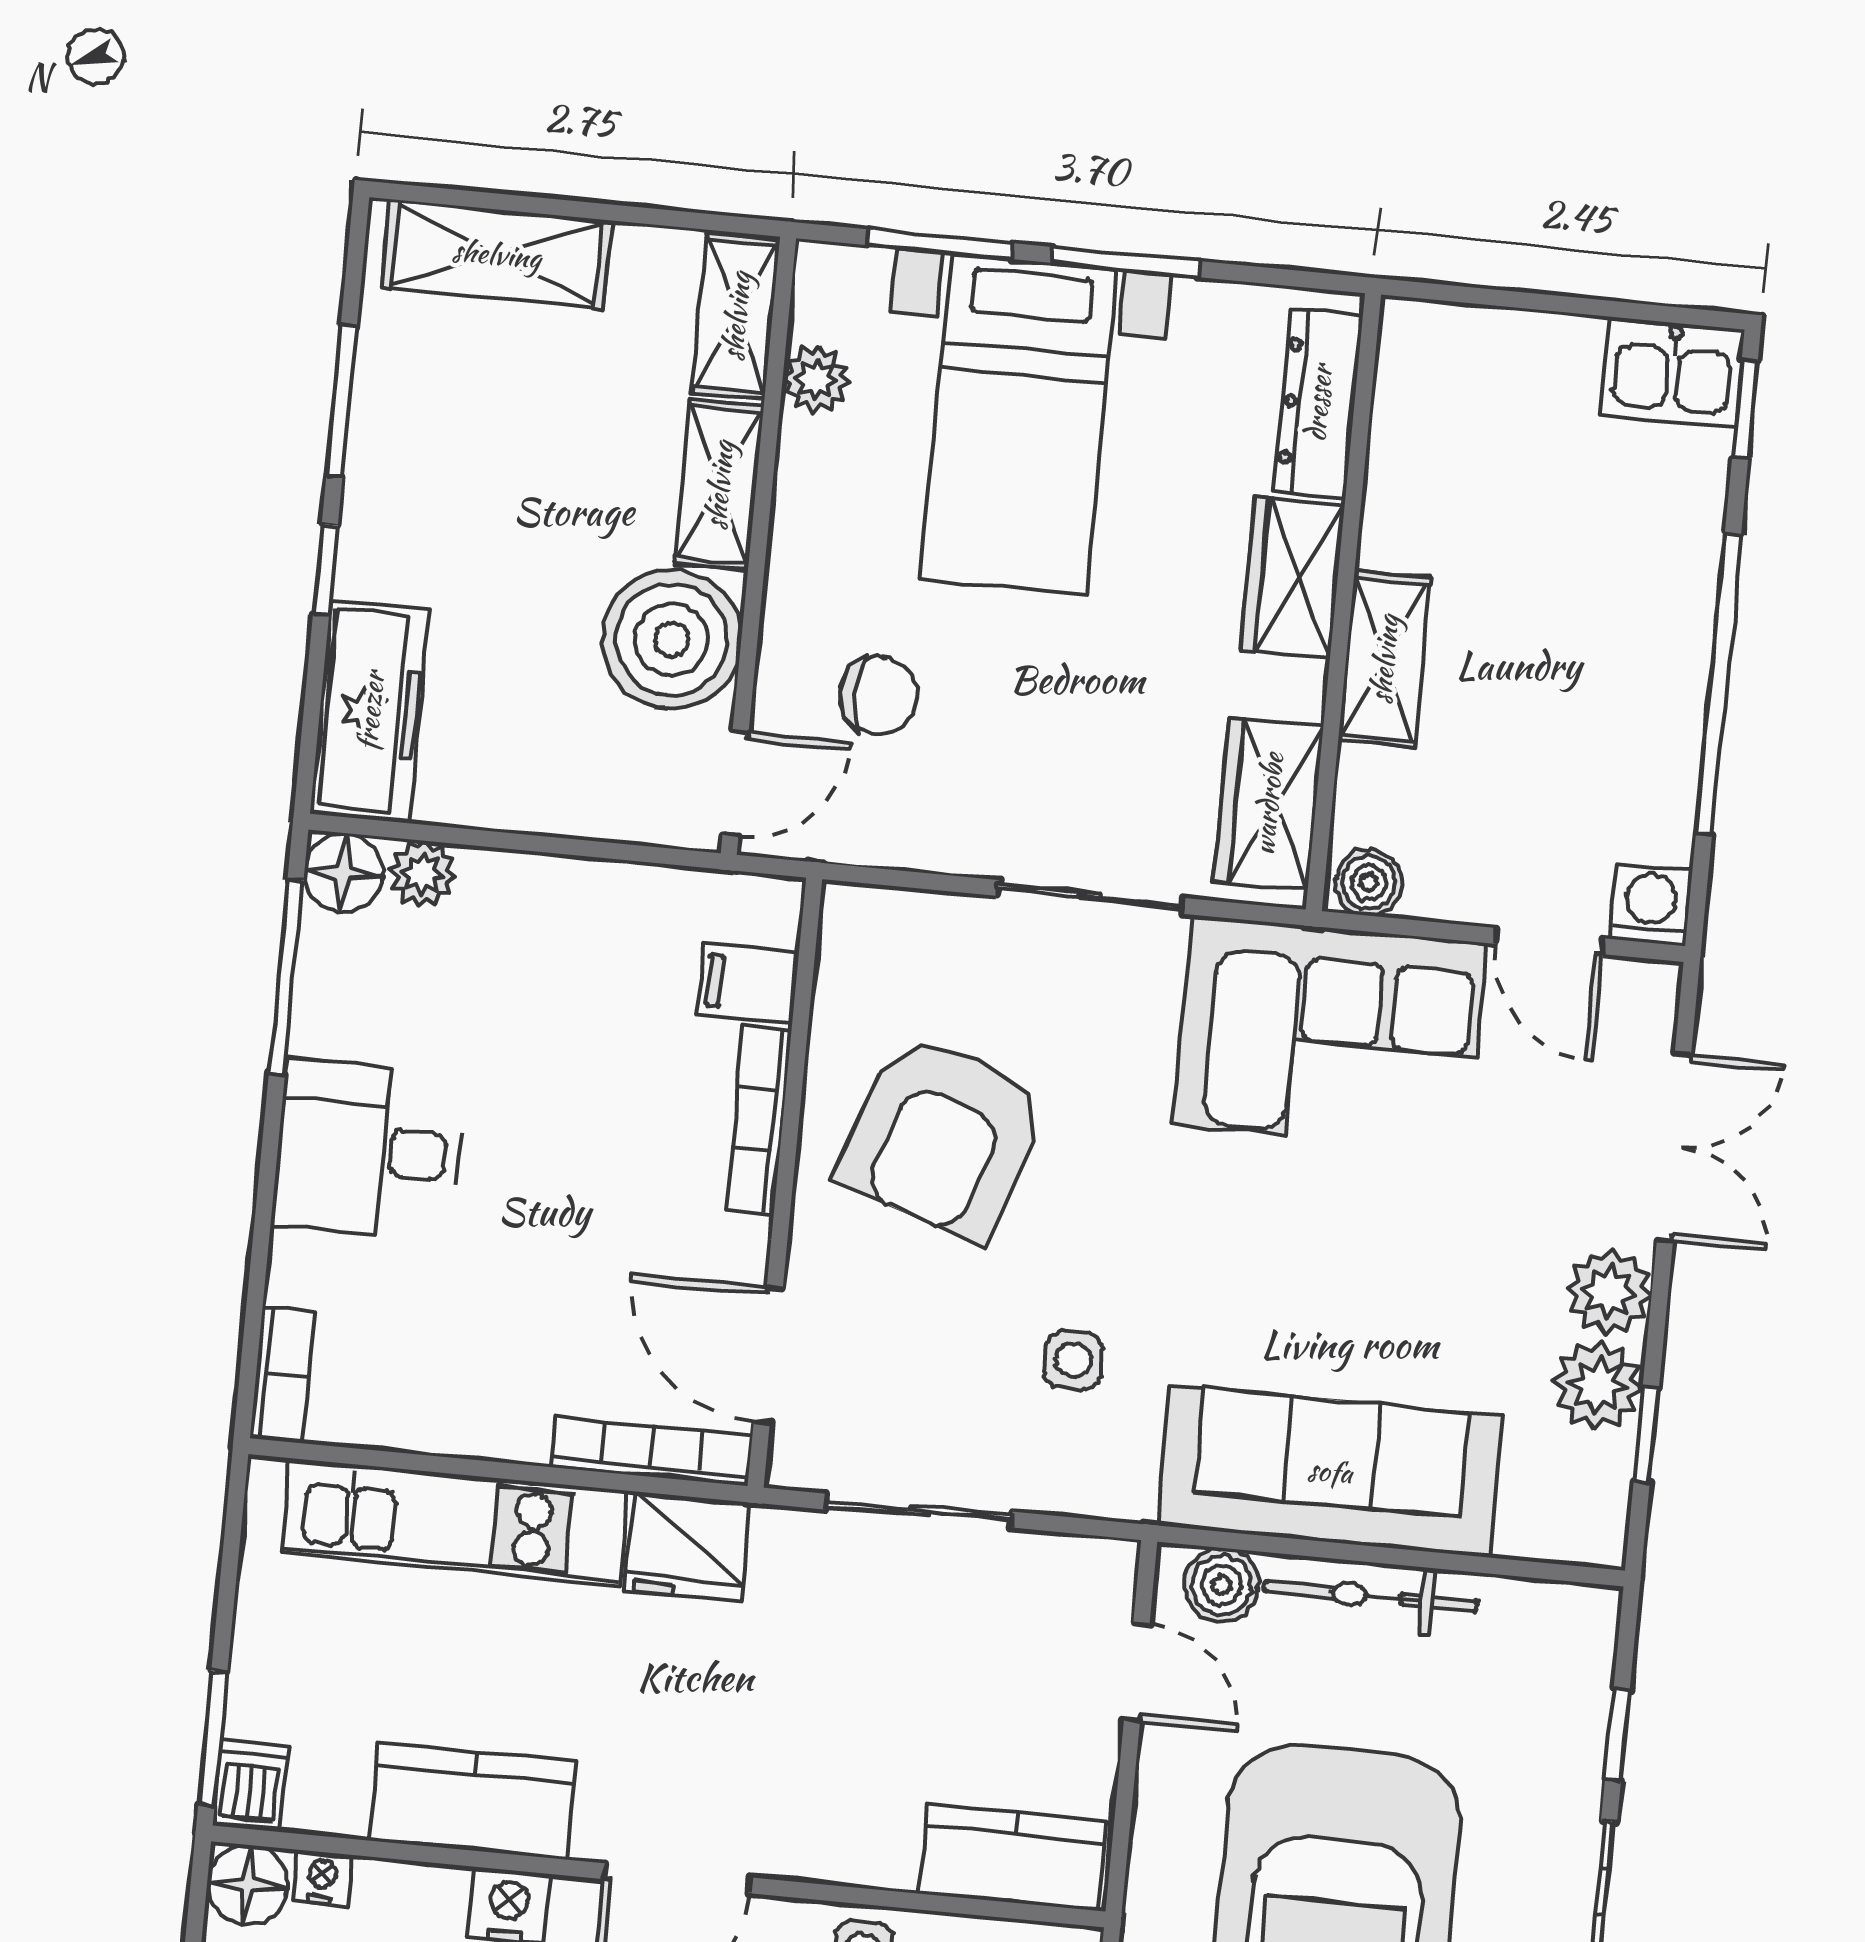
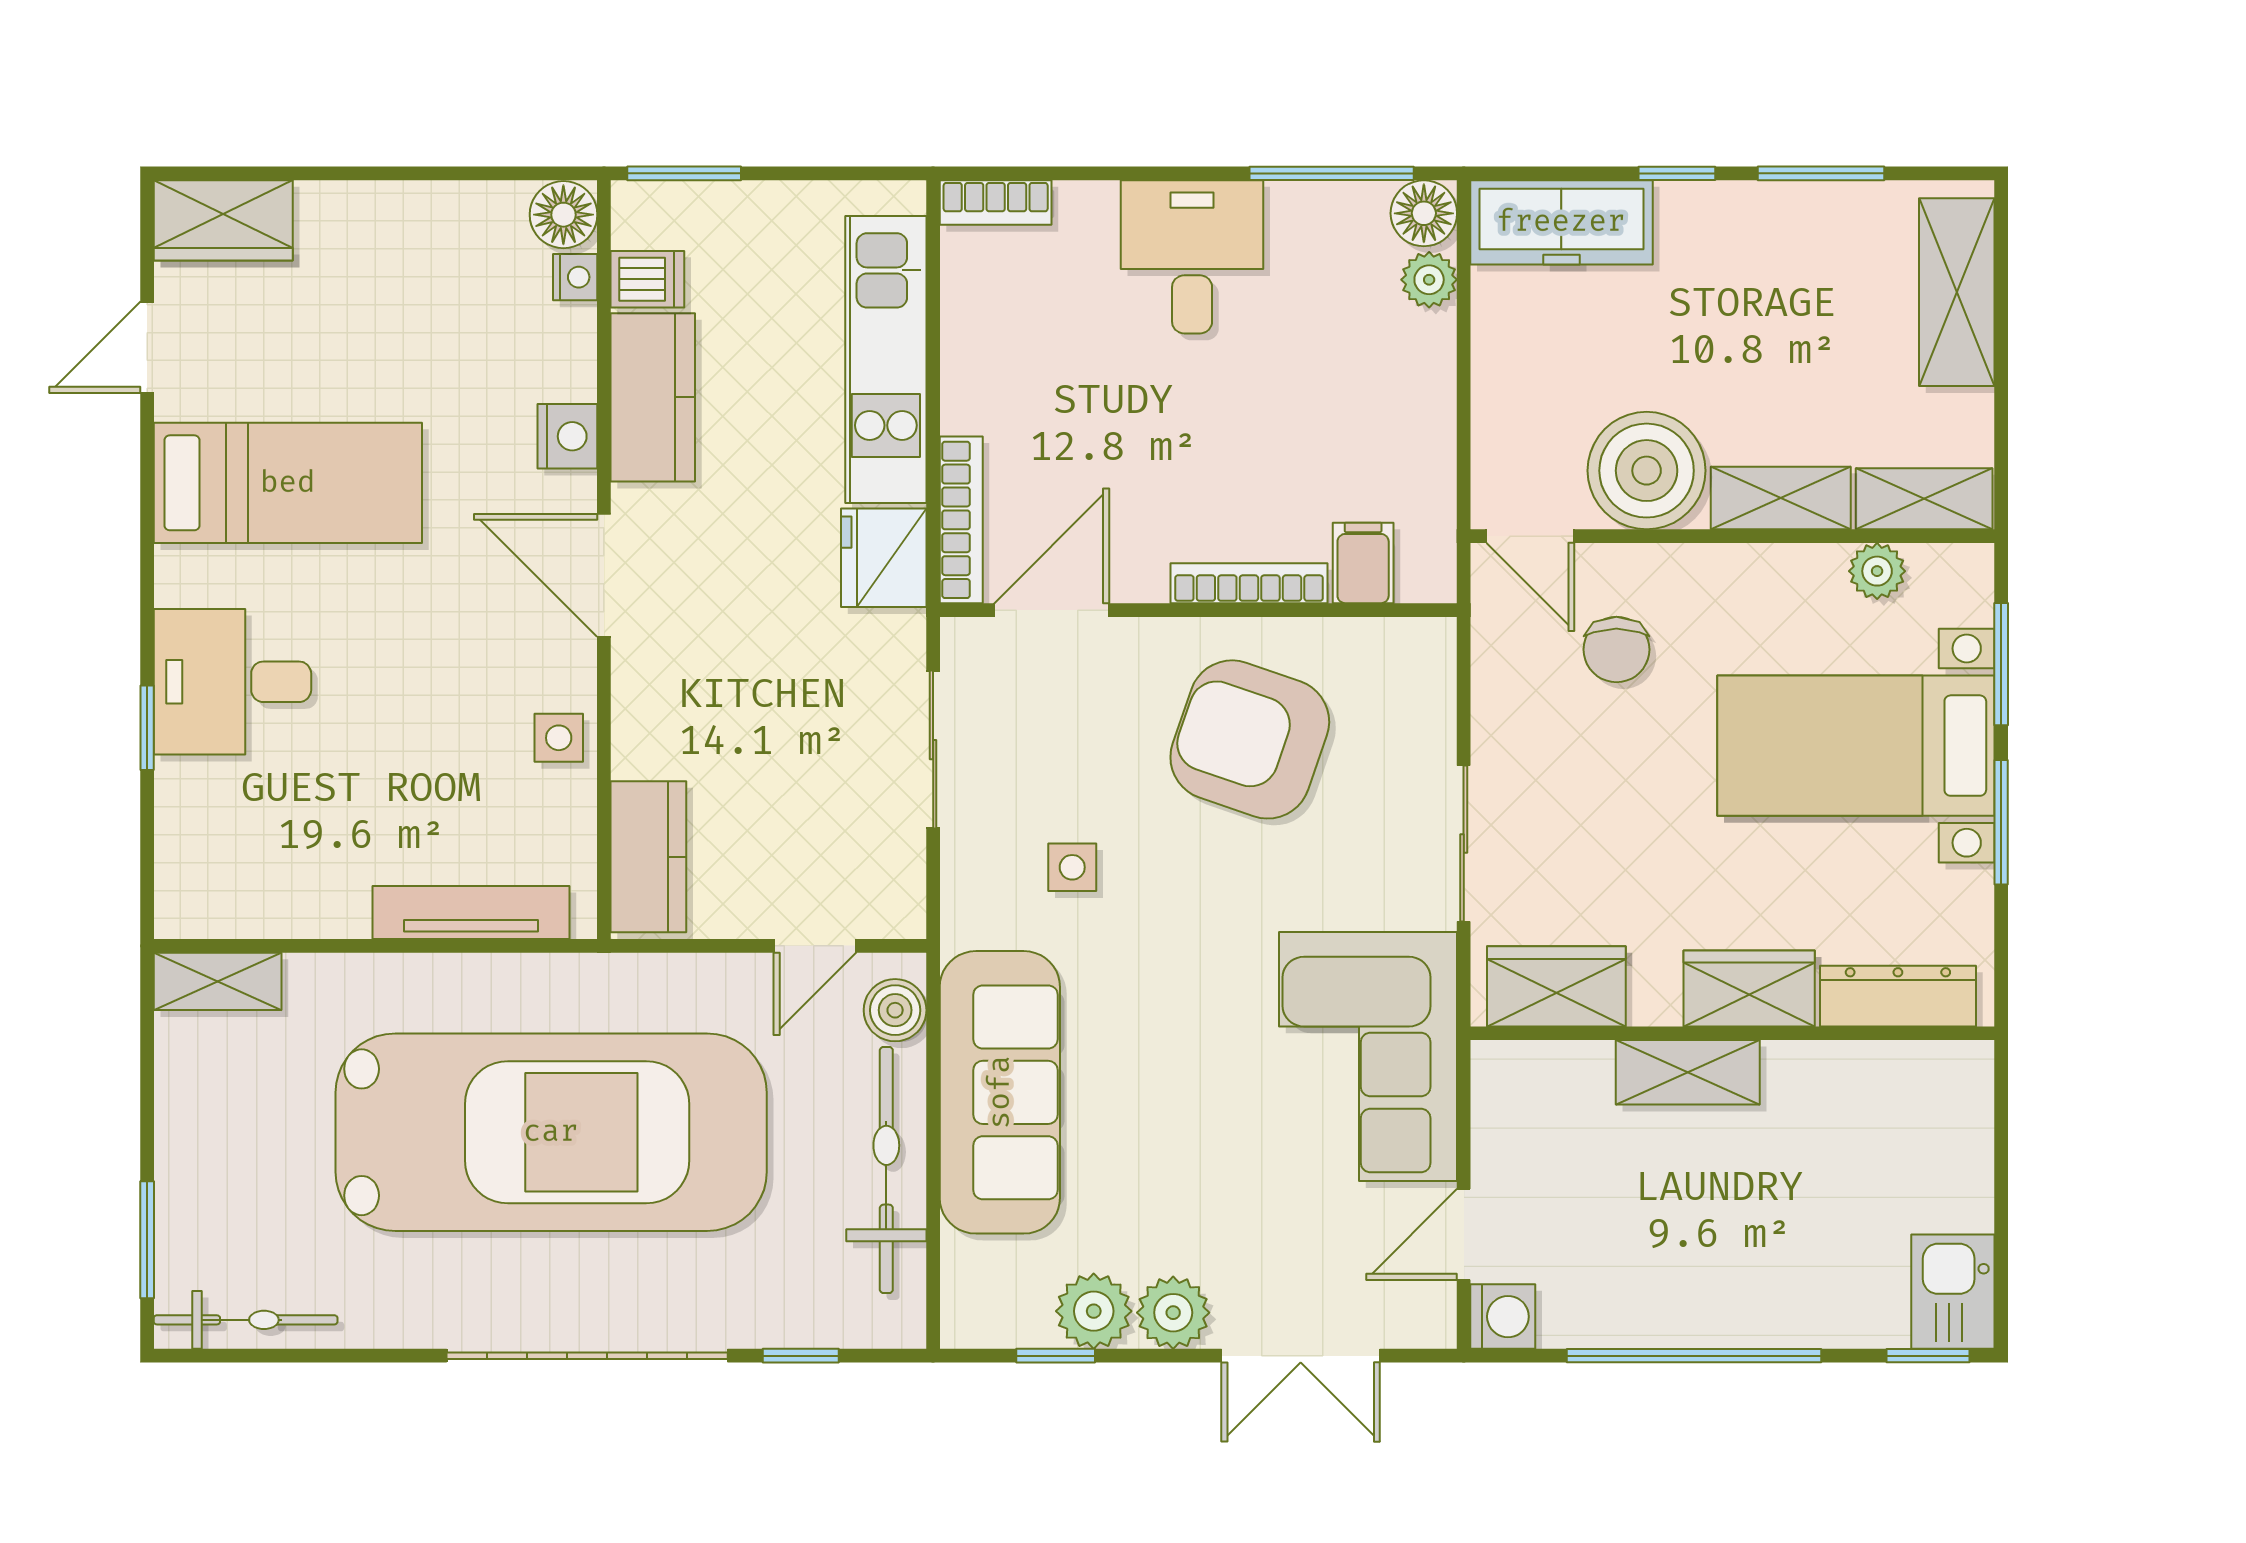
boiler: (1369, 883) -> (1498, 1077), removed
bicycle: (1371, 1596) -> (886, 1170), width x1.37, depth x1.40
dishwasher: (250, 1786) -> (647, 279), moved

